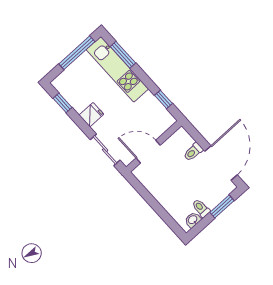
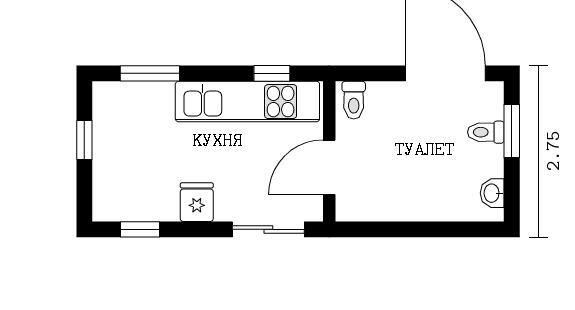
window: (77, 53) -> (84, 140), width x0.46
kitchen unit: (117, 69) -> (247, 102), moved
toilet: (193, 152) -> (354, 100), moved
toilet: (201, 208) -> (486, 132), moved

